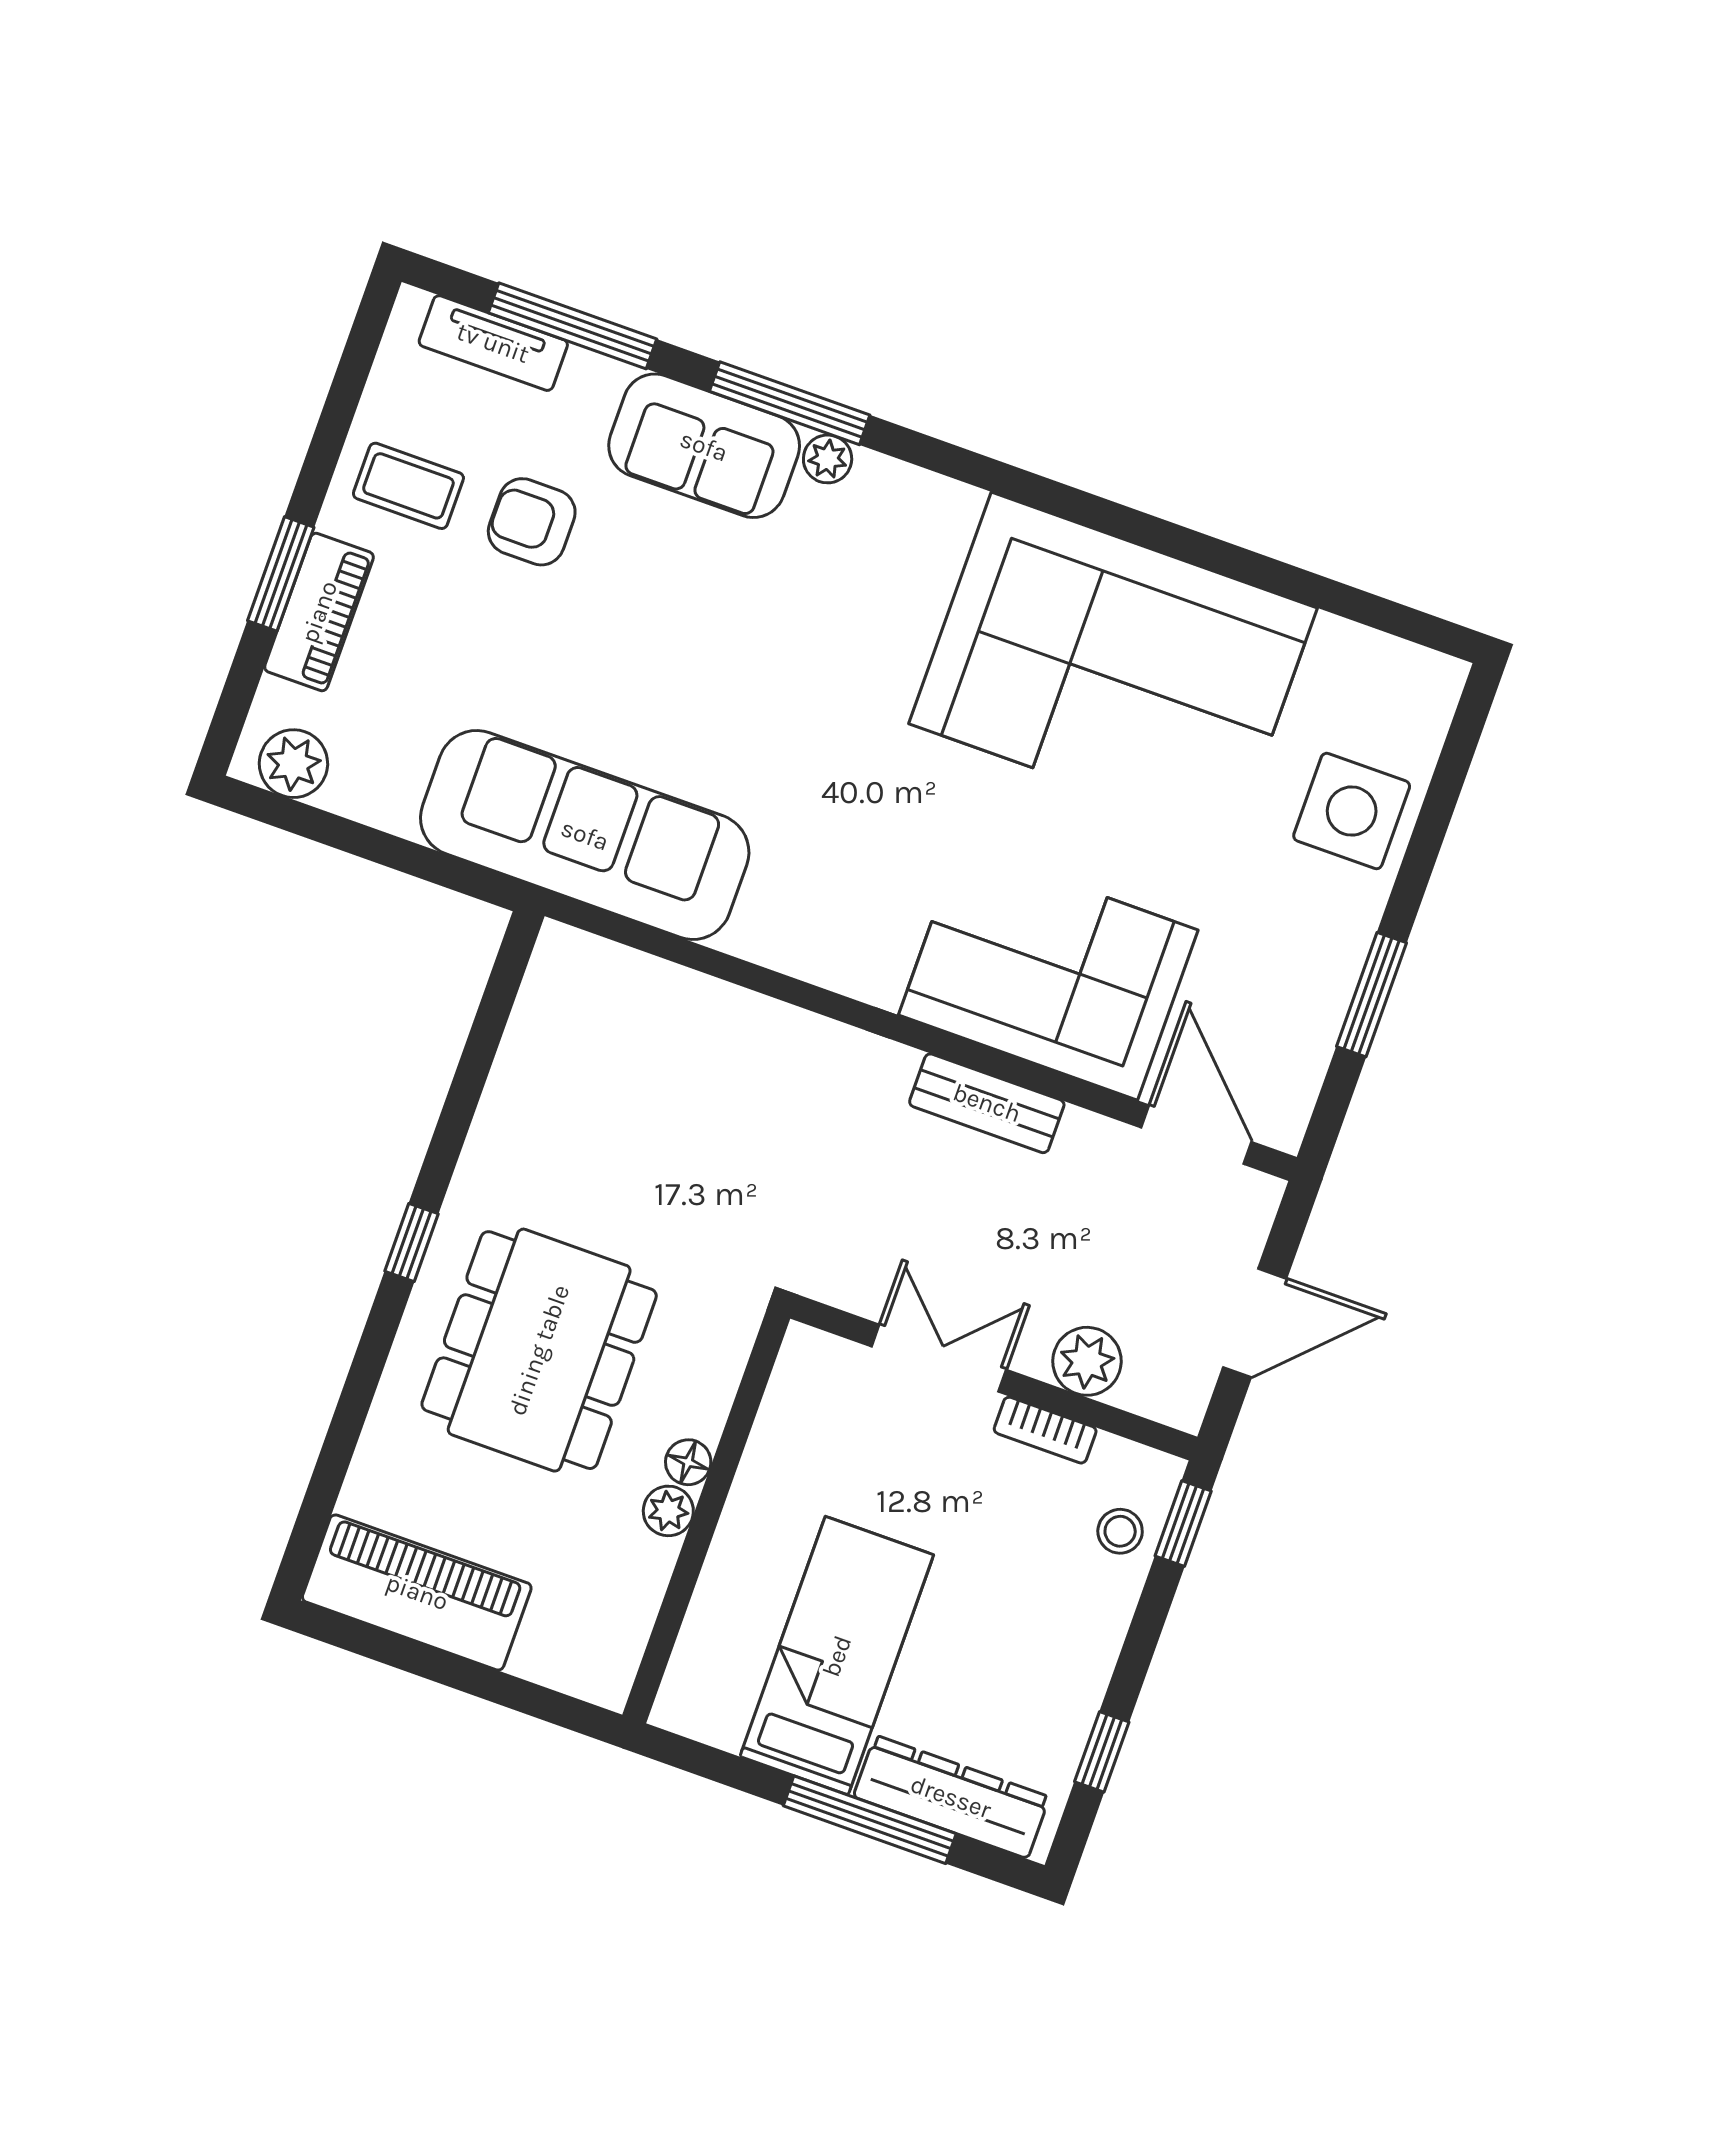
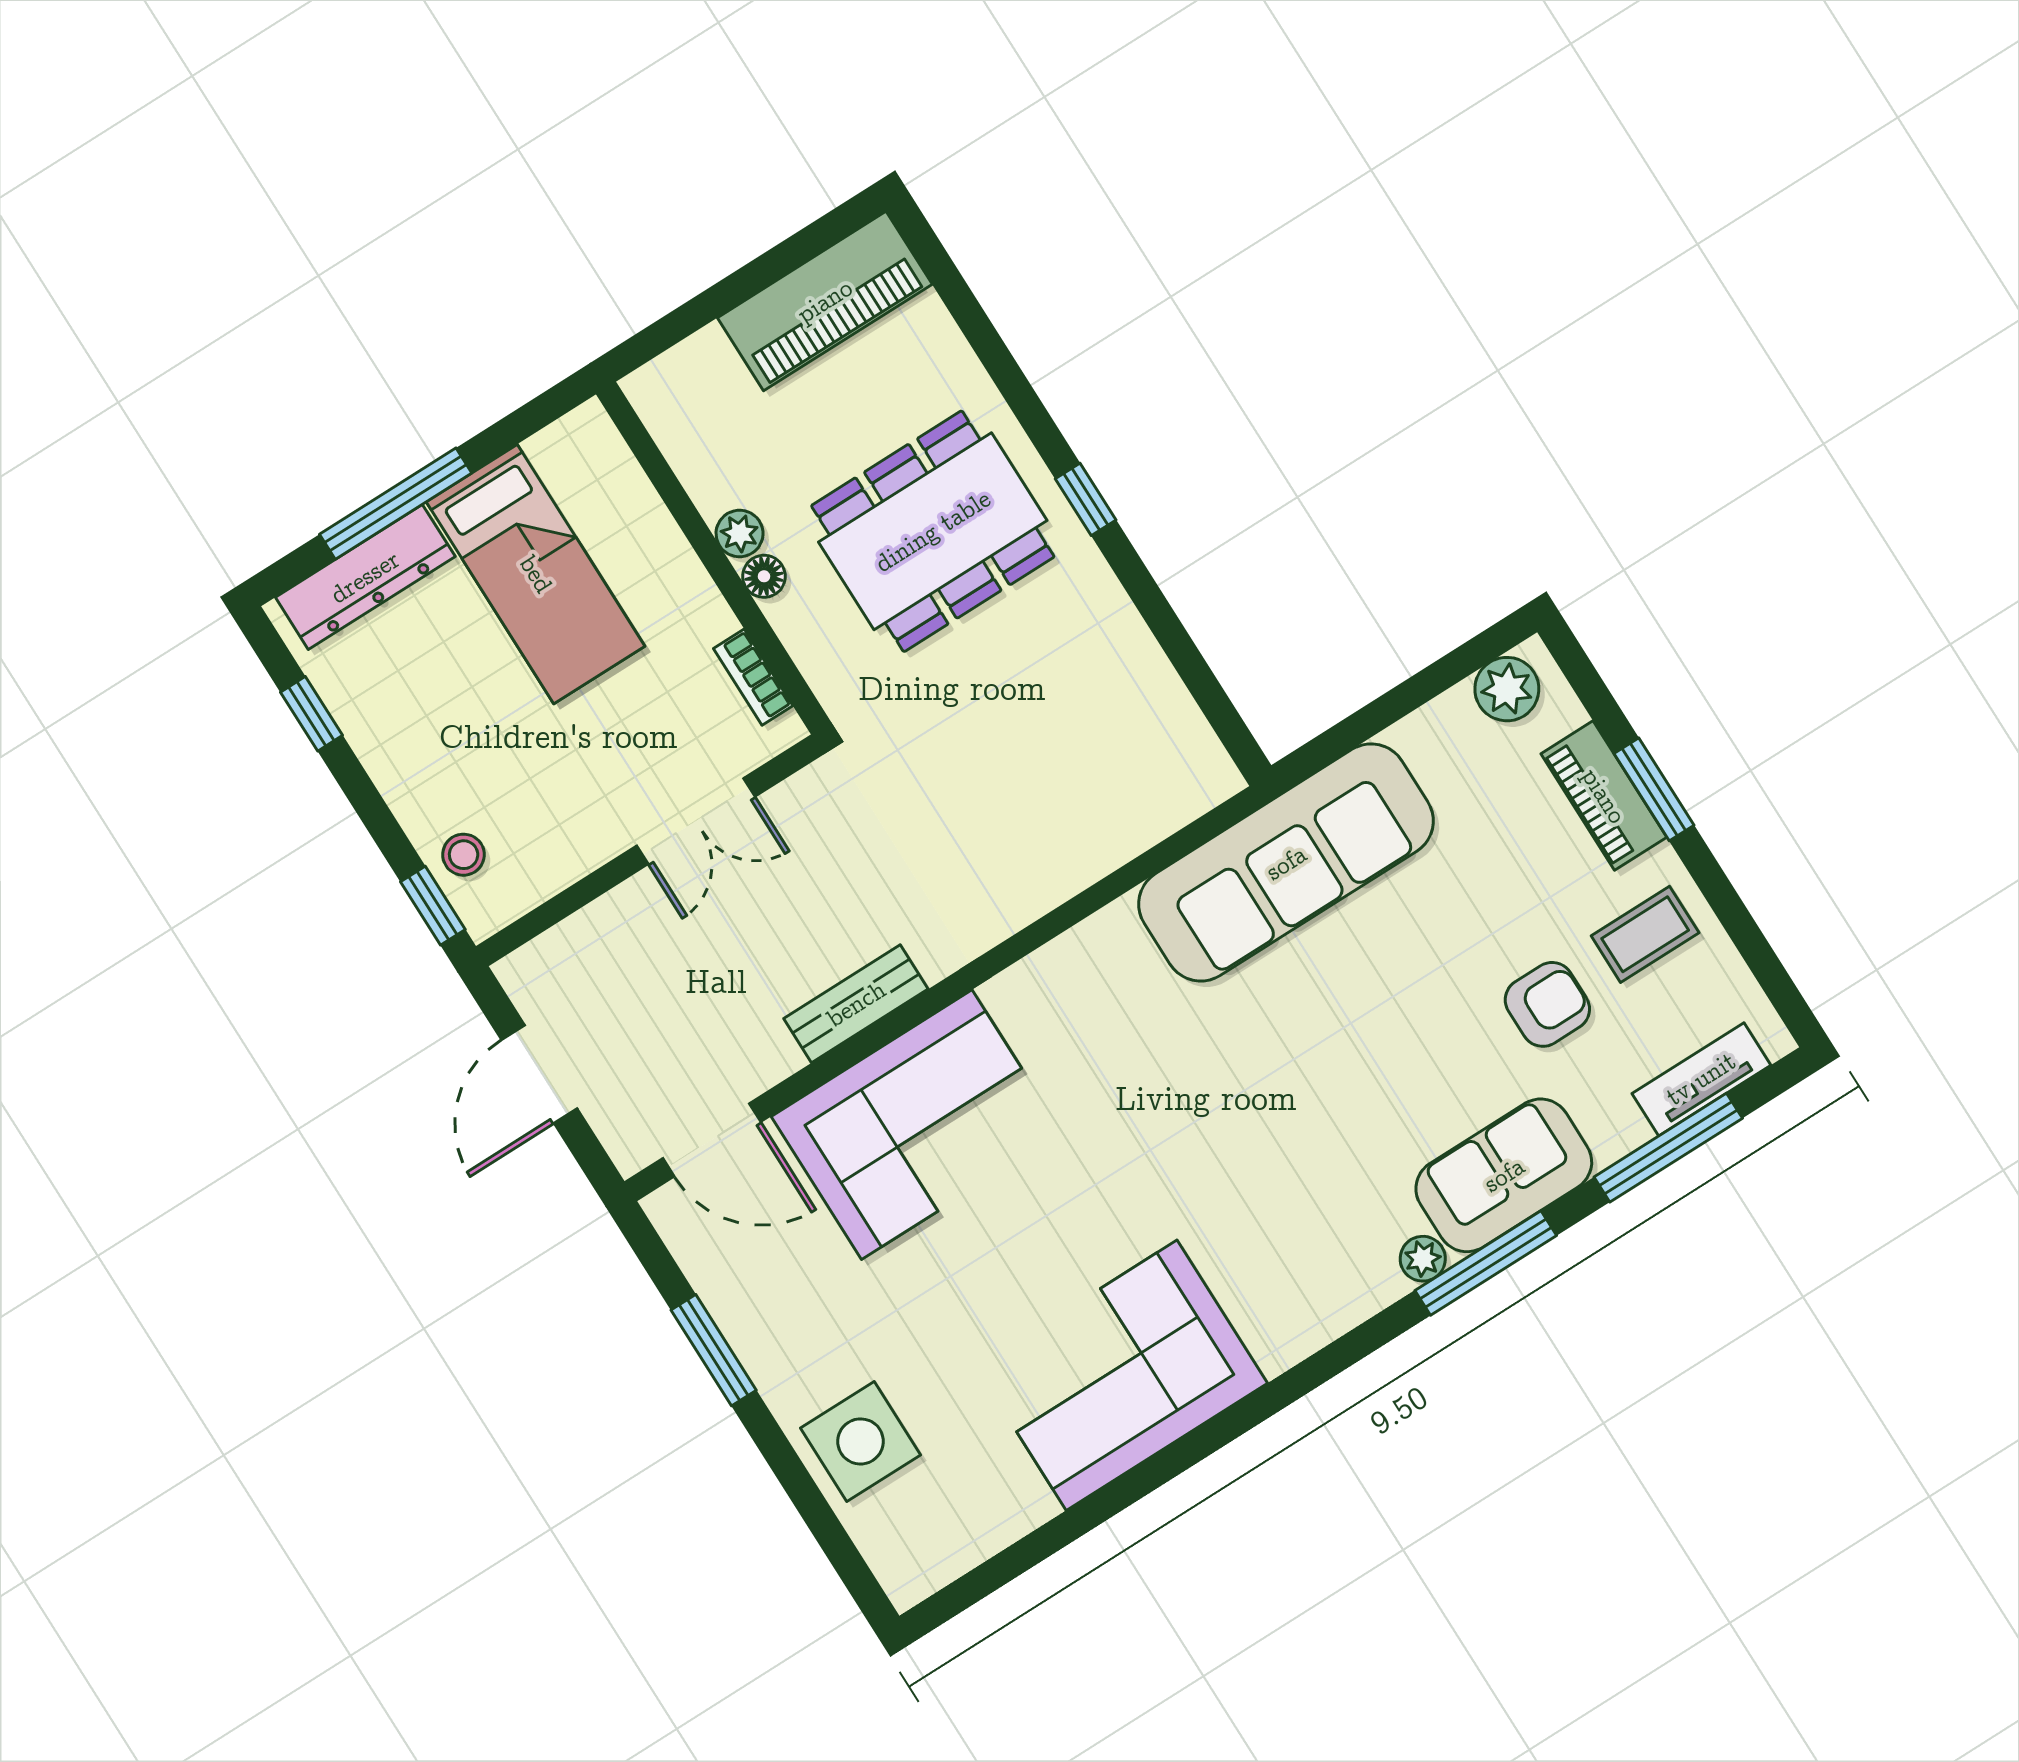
corner sofa: (1113, 666) -> (1122, 1375), width x0.73, depth x0.74
dining table: (539, 1350) -> (933, 531), turned 90
plant: (1087, 1361) -> (608, 928), removed
bookcase: (1045, 1430) -> (753, 677), moved, turned -90

